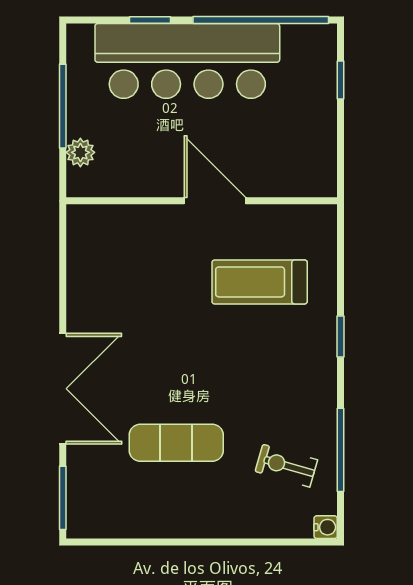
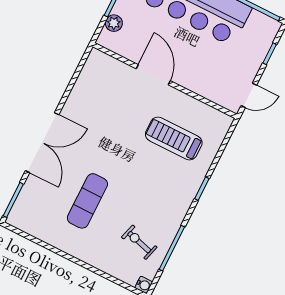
door: (341, 159) -> (249, 95), added
door: (215, 201) -> (153, 75), moved
exercise mat: (176, 443) -> (87, 201), turned 90

